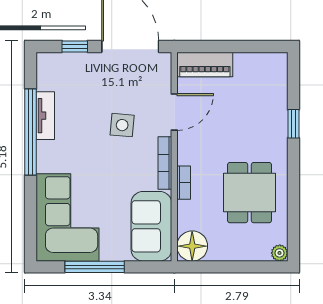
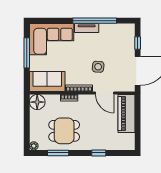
piano: (205, 65) -> (127, 113), width x1.37, depth x1.33
tv unit: (45, 116) -> (87, 28), moved
window: (293, 204) -> (58, 153), added

